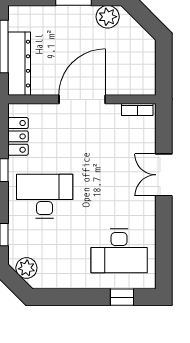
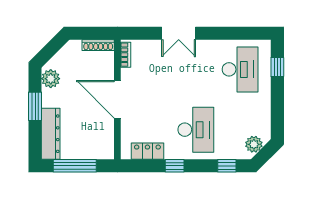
dresser: (19, 64) -> (51, 134), moved, turned 90
shoe rack: (149, 76) -> (98, 45), added
desk: (45, 196) -> (196, 130), turned 180

